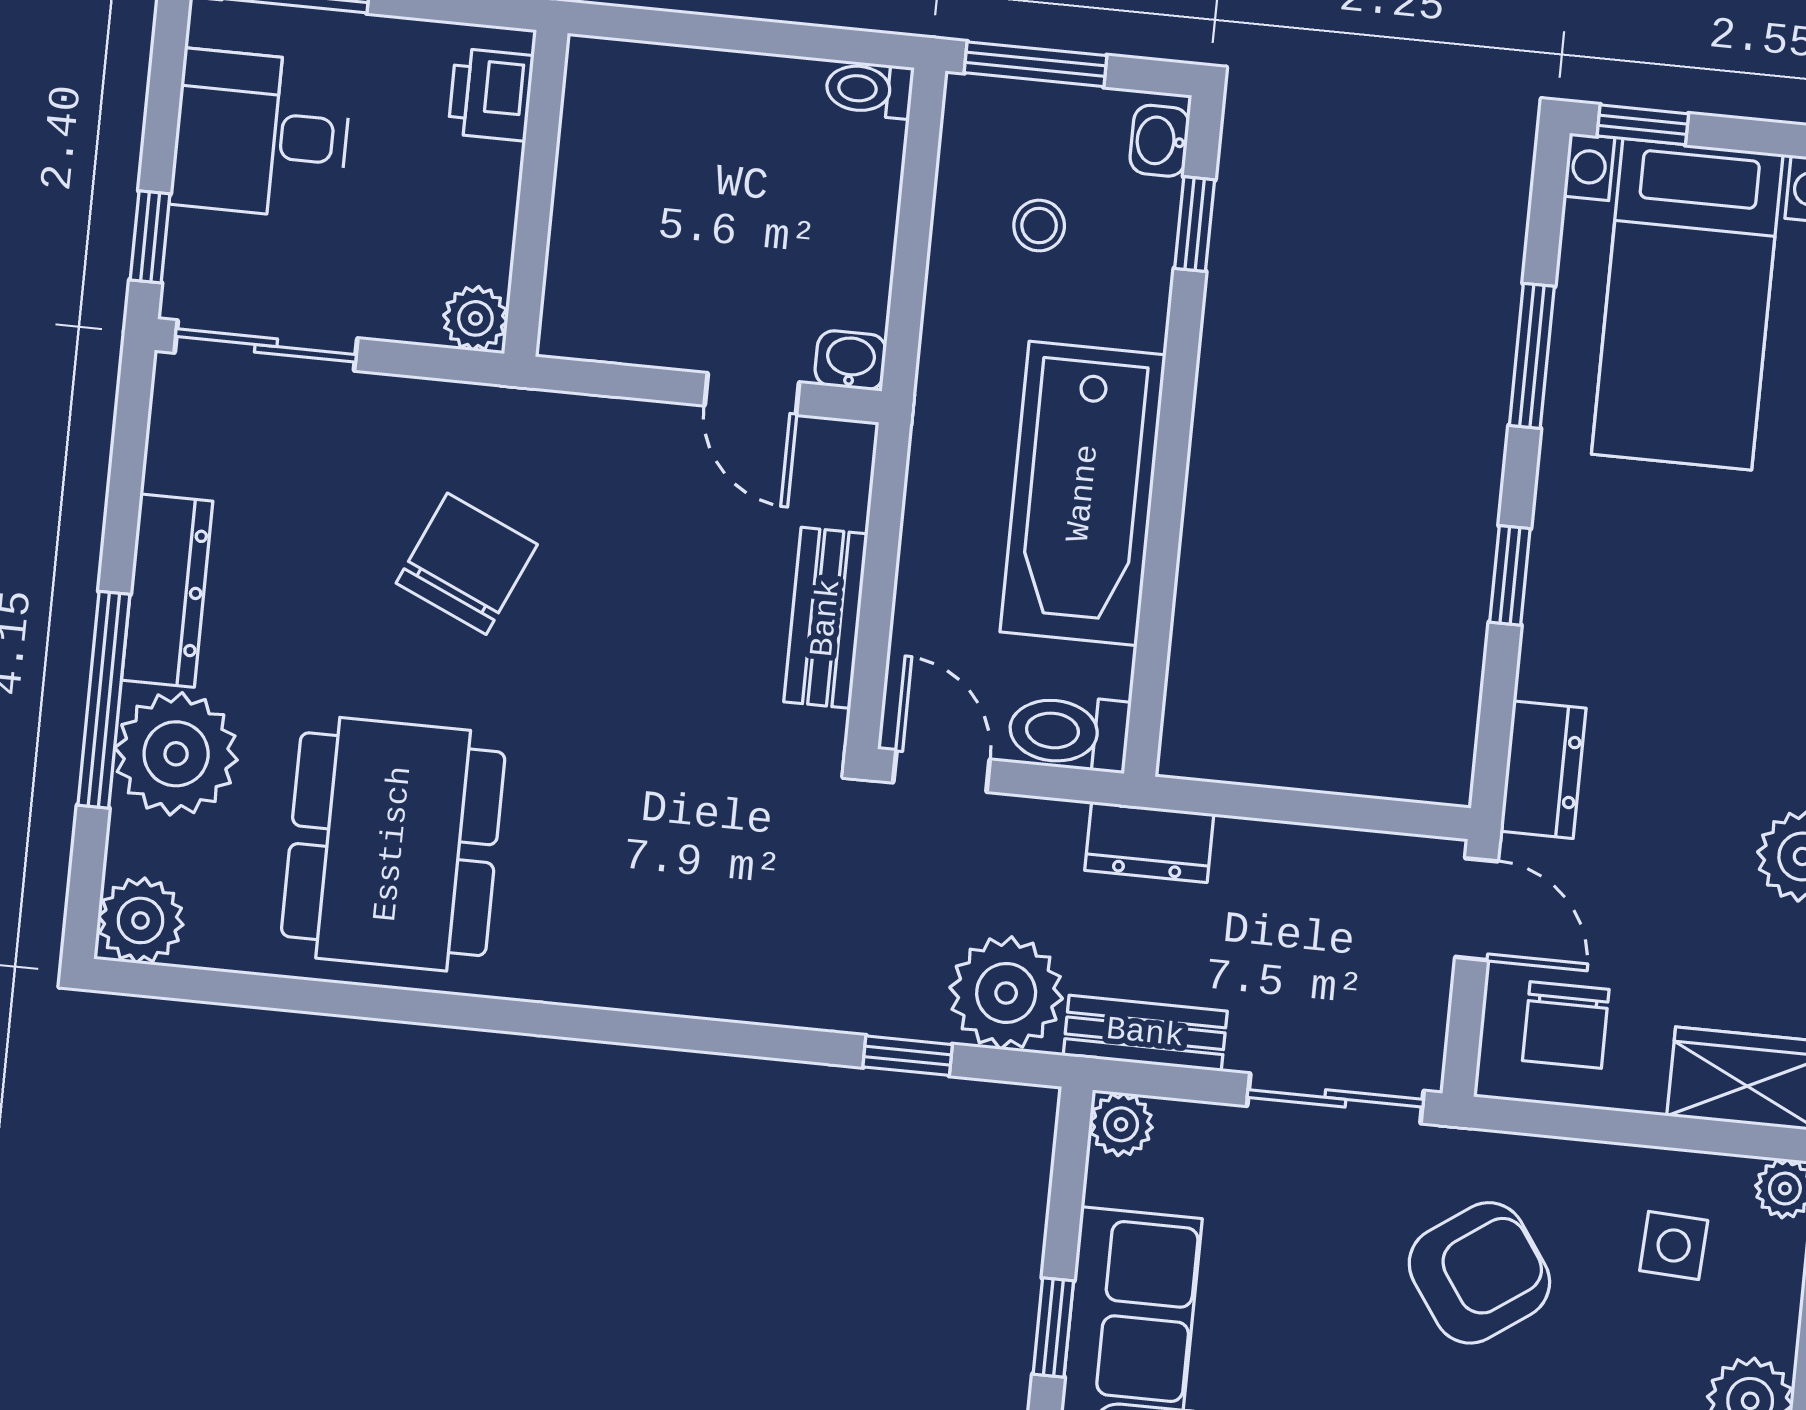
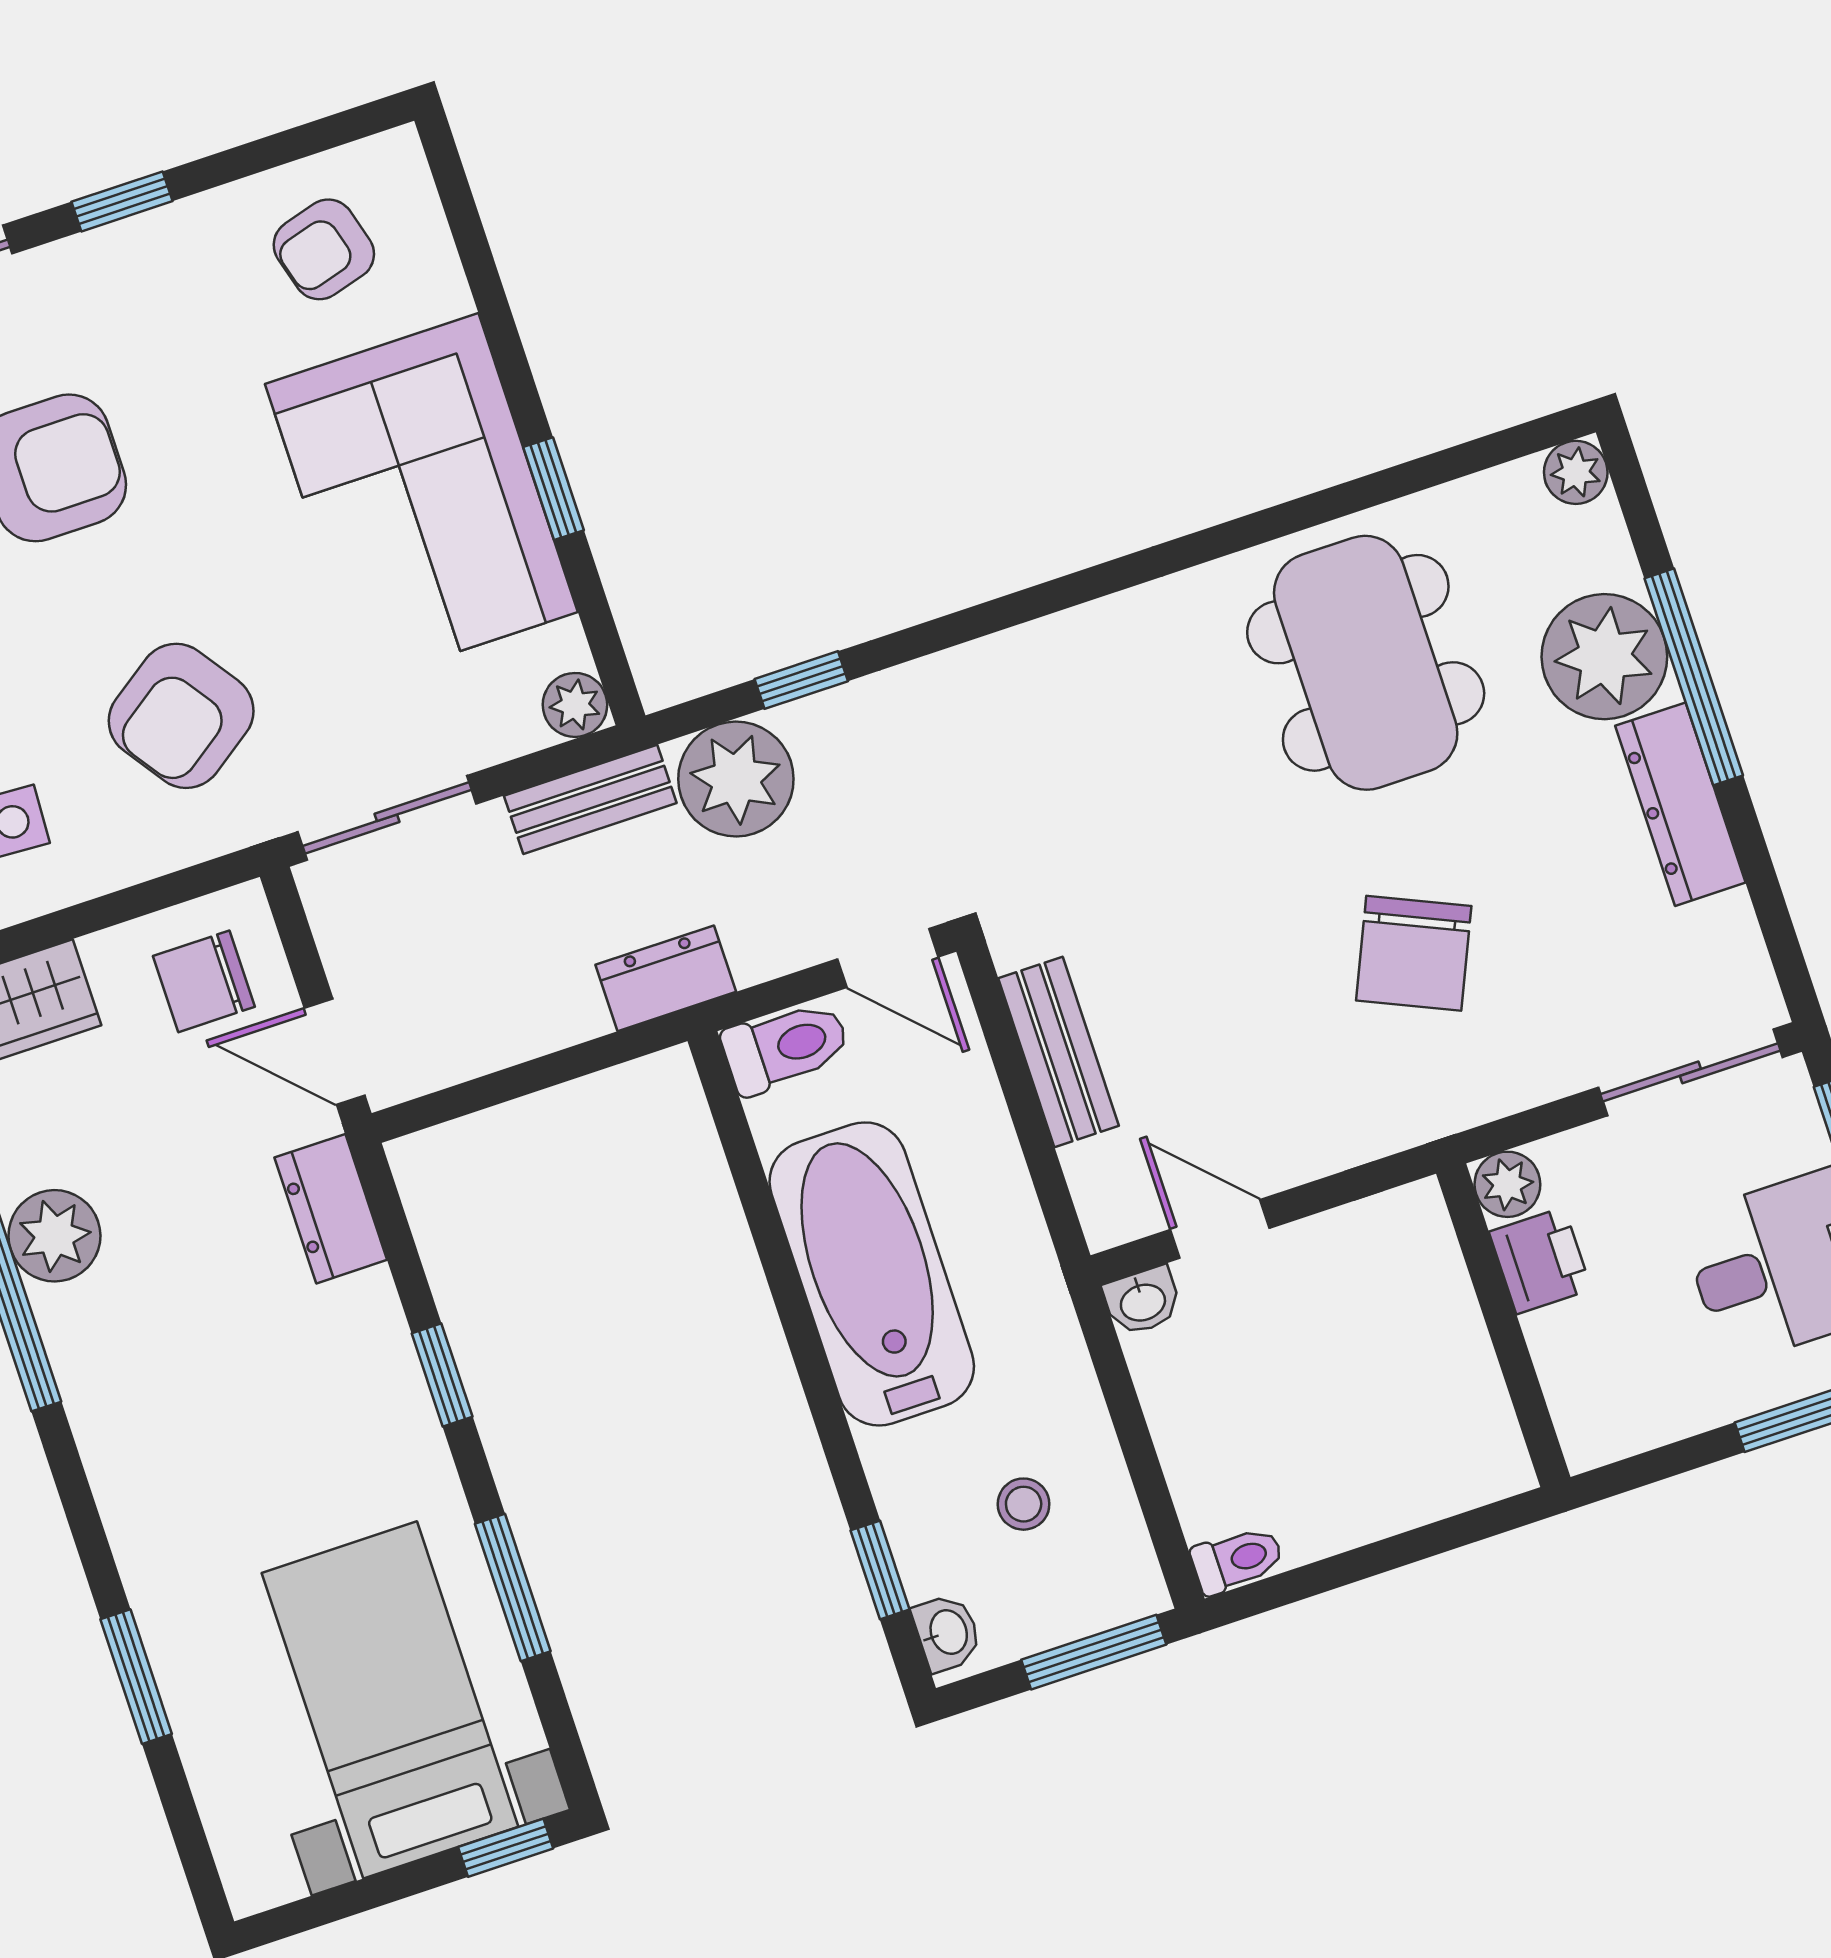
printer: (491, 95) -> (1540, 1261), moved
plant: (140, 920) -> (1576, 472), width x0.73, depth x0.73
chair: (1566, 1025) -> (204, 981), turned -90

